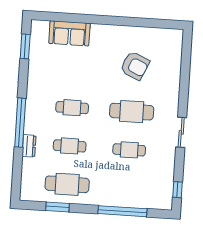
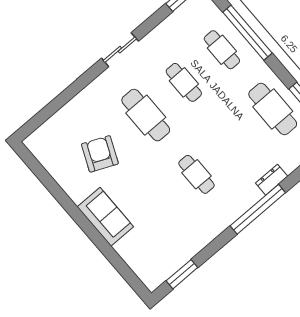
sofa: (69, 33) -> (105, 217), moved
cafe table: (70, 146) -> (222, 50), moved

